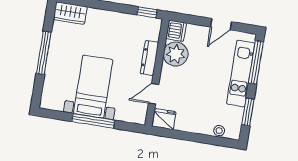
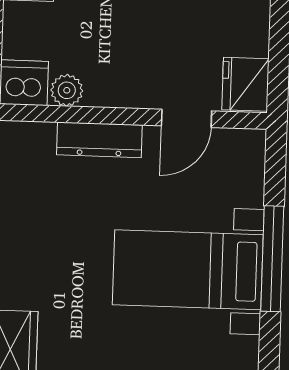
plant: (176, 54) -> (67, 90), width x0.53, depth x0.53
door: (154, 94) -> (186, 118), hinge flipped

